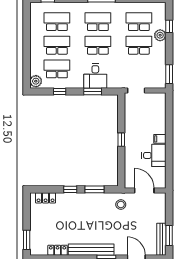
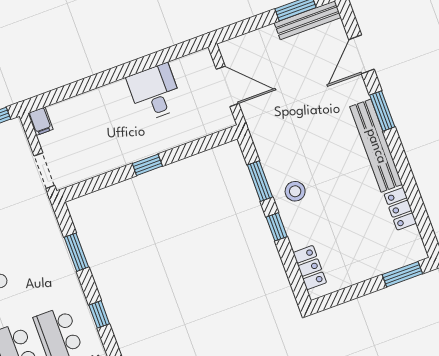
desk: (95, 76) -> (45, 258), removed
filing cabinet: (160, 139) -> (40, 121), moved
door: (144, 190) -> (227, 86), swing flipped
stool: (121, 205) -> (295, 191), moved

